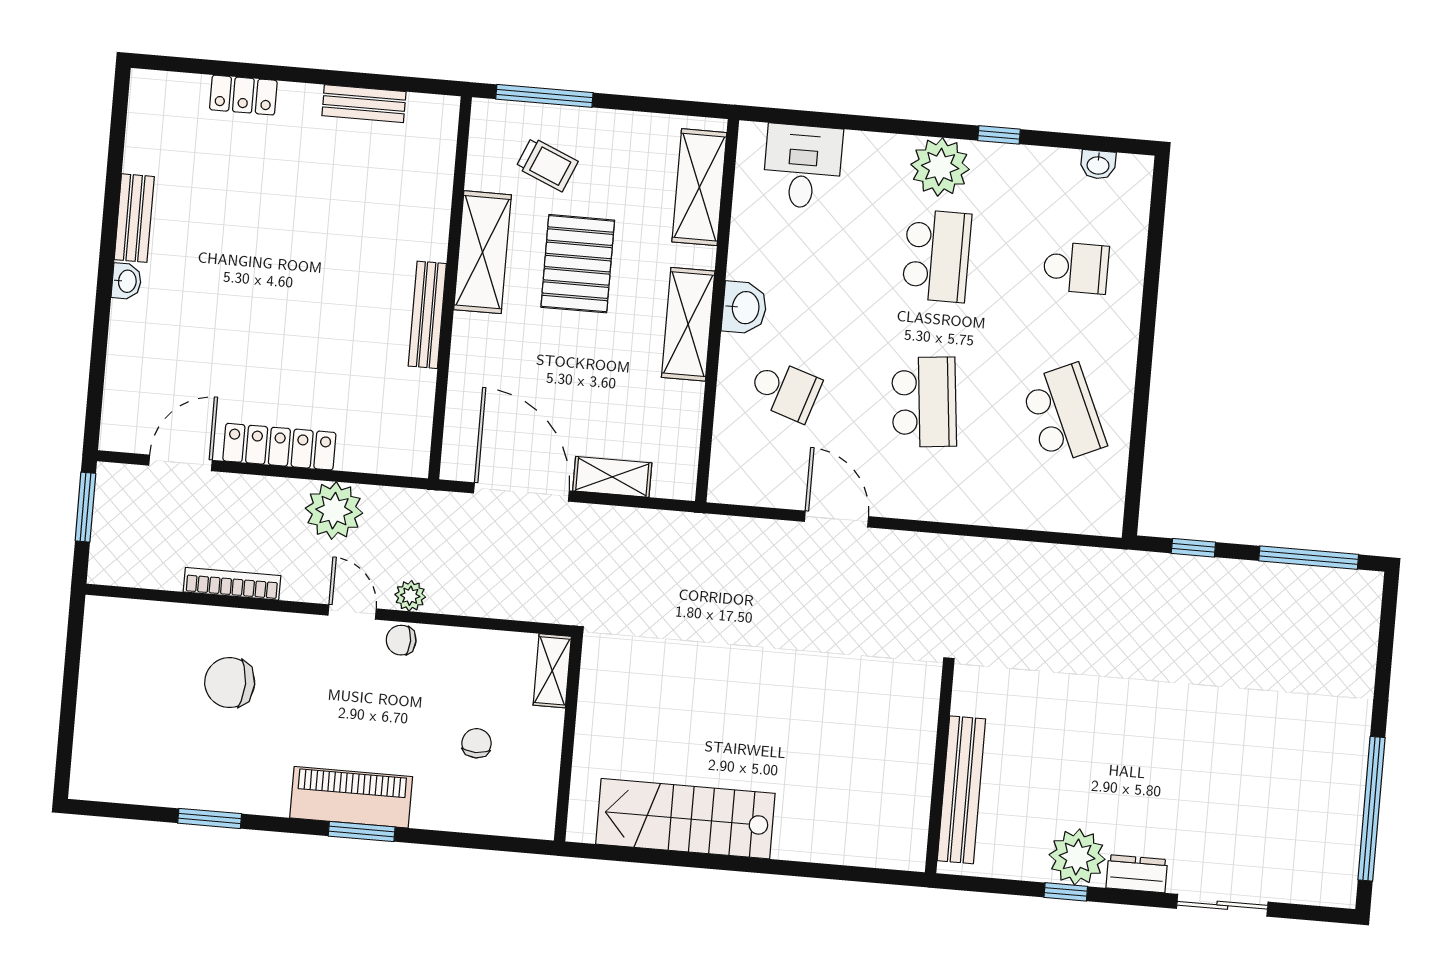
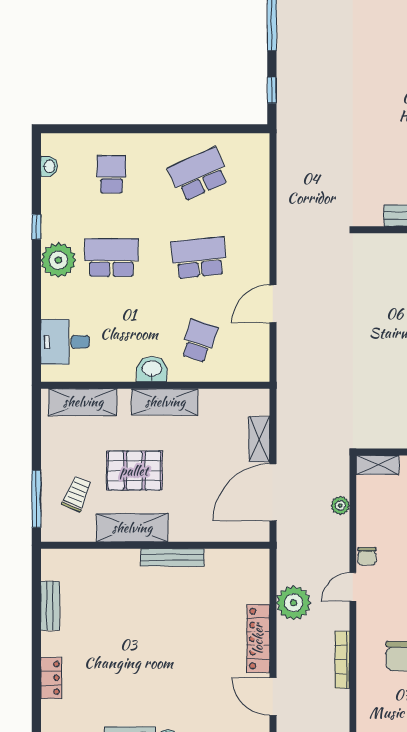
plant: (410, 596) -> (340, 505), moved

